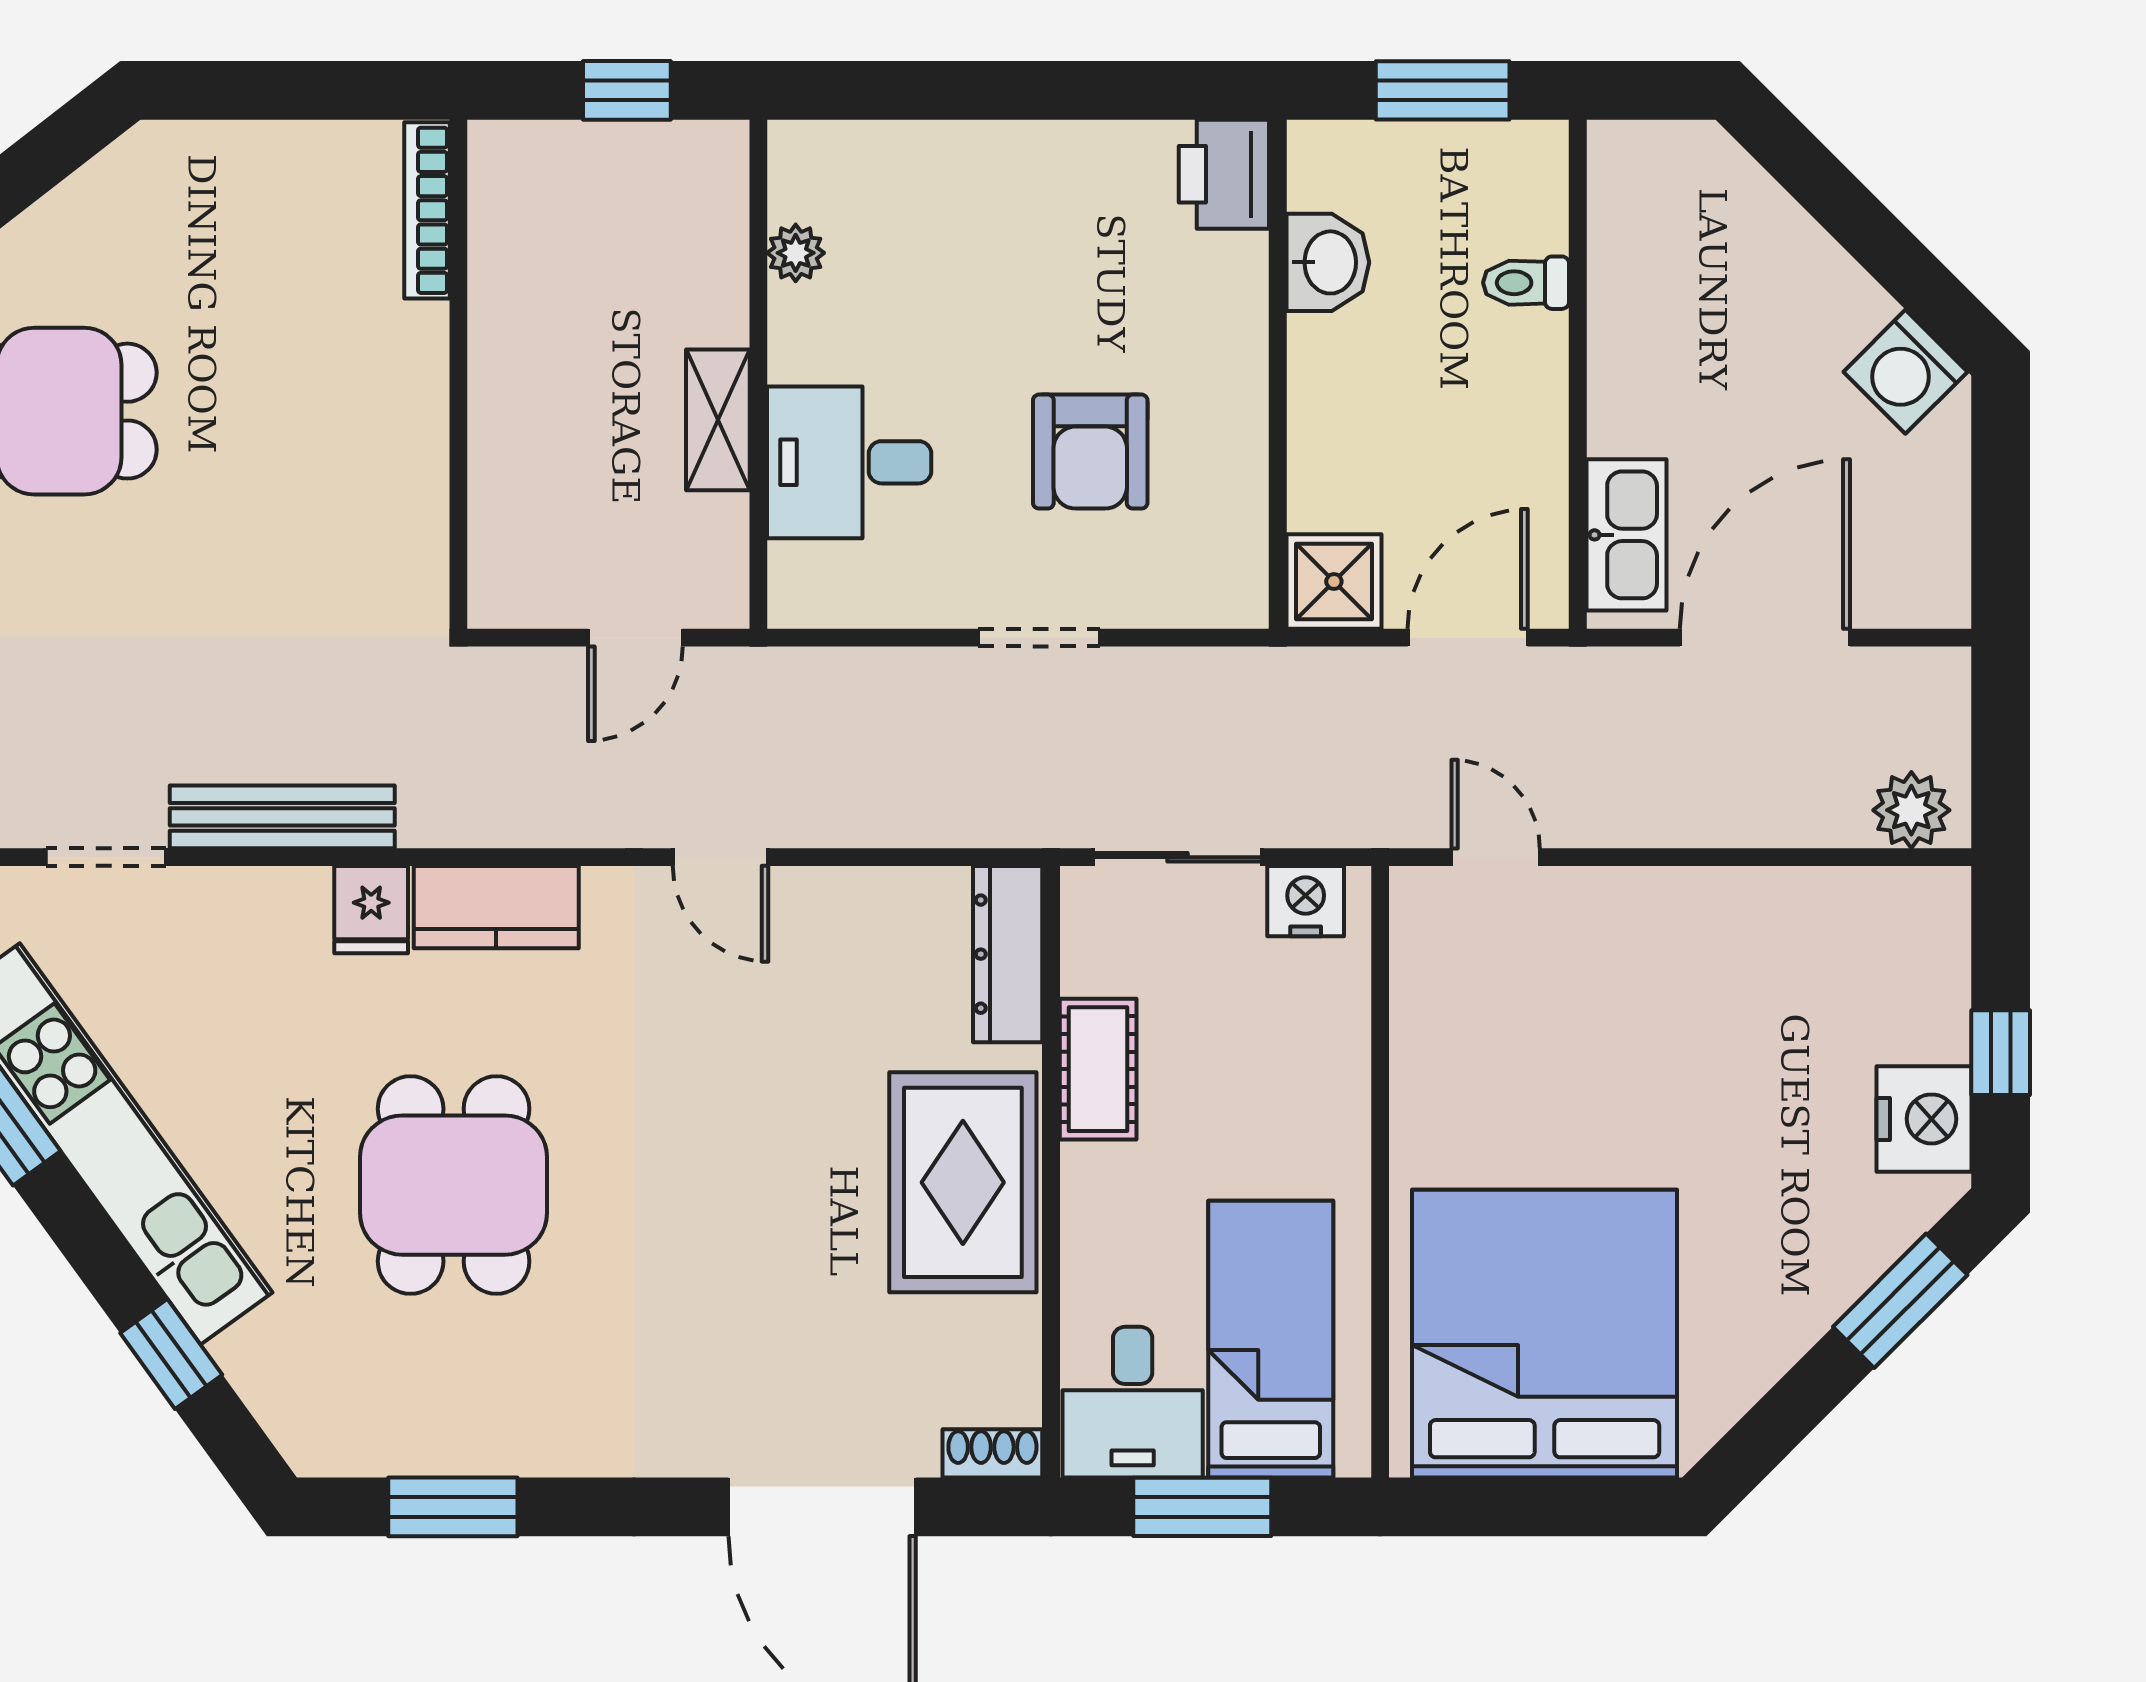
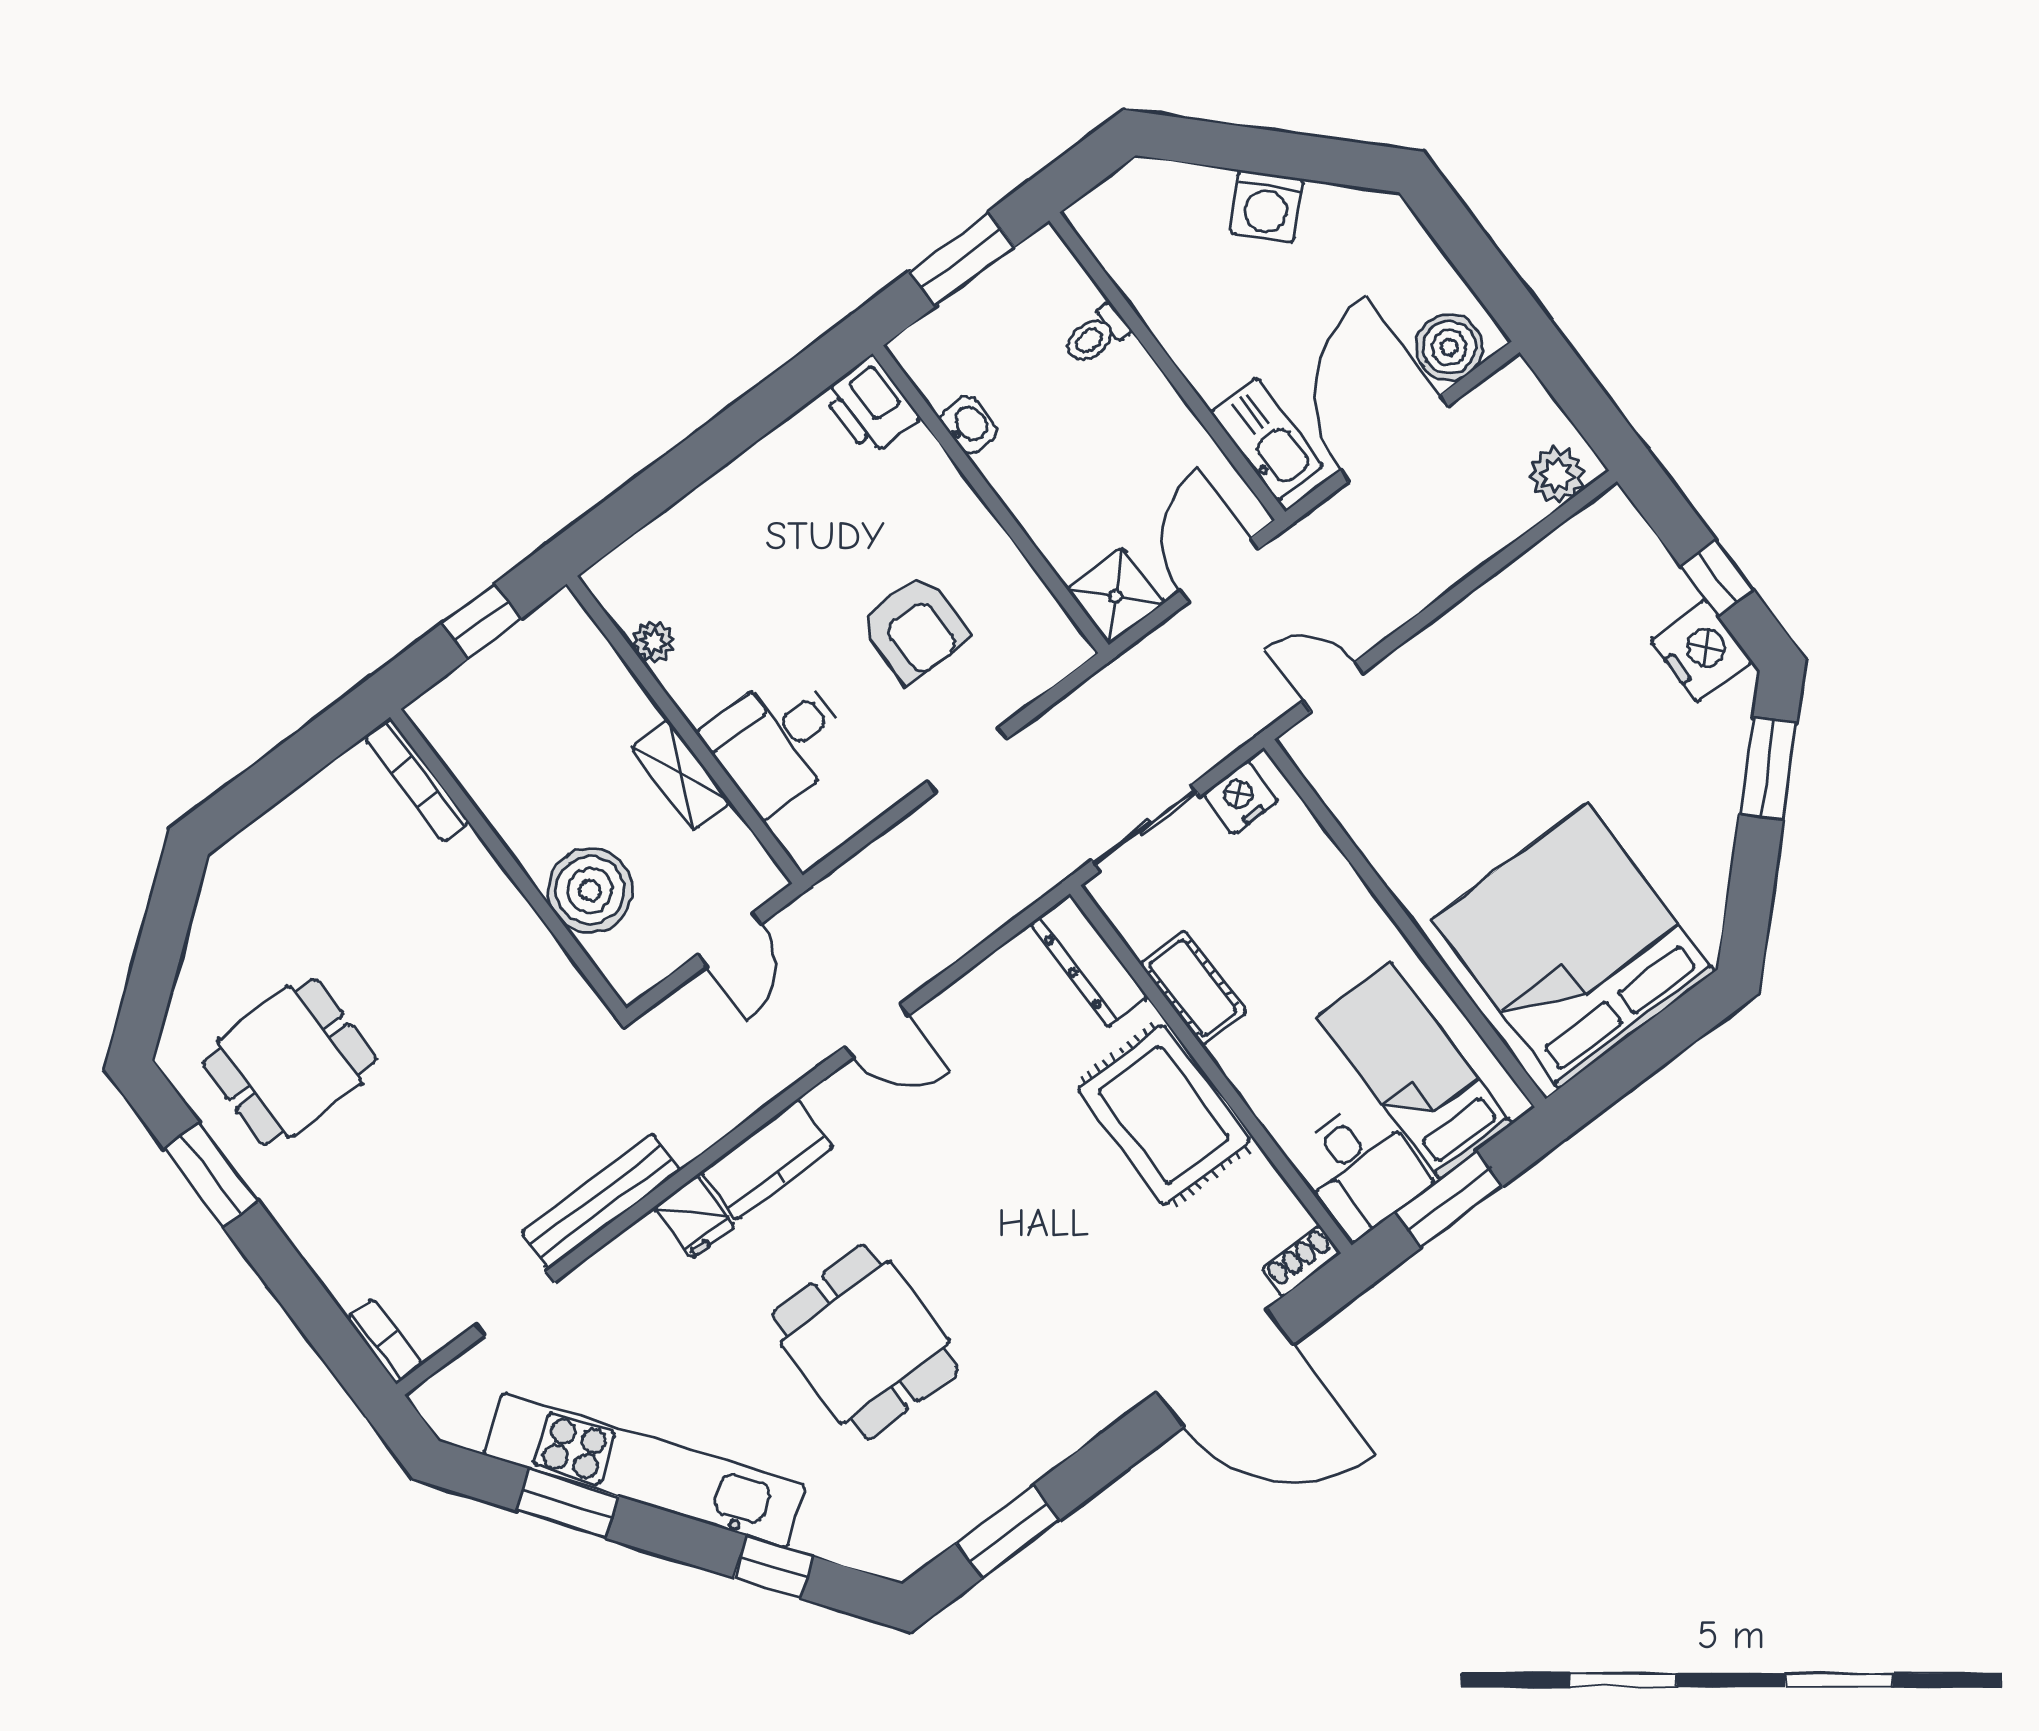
washbasin: (1328, 262) -> (969, 425), width x0.72, depth x0.69
washing machine: (1905, 372) -> (1267, 206), moved
boiler: (525, 471) -> (590, 890), added
boiler: (1899, 584) -> (1449, 347), added

